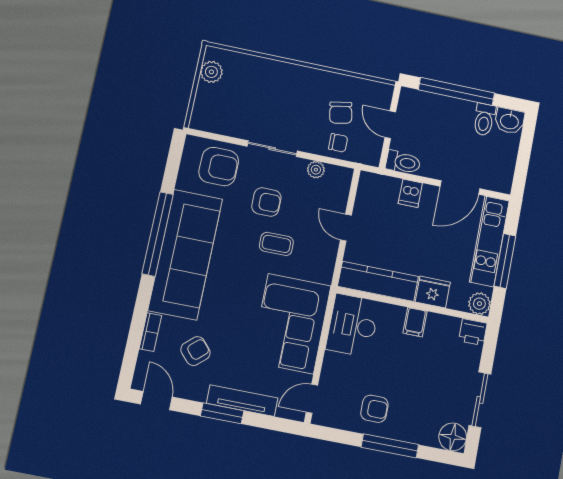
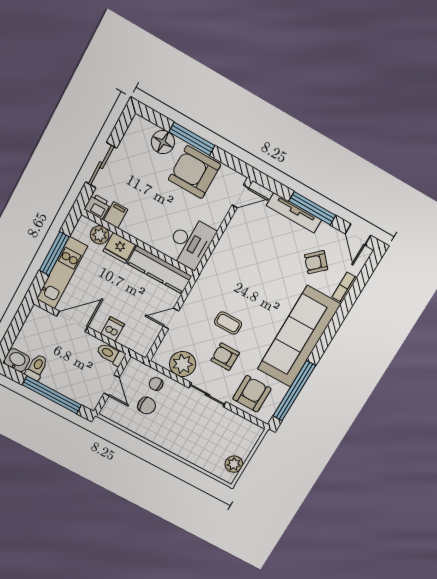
chair: (341, 113) -> (147, 406), turned 101
armchair: (219, 167) -> (252, 394), turned 90
plant: (316, 170) -> (183, 364), width x1.87, depth x1.87
door: (346, 228) -> (171, 319), swing flipped
window: (158, 234) -> (294, 391), moved
plant: (479, 304) -> (100, 235), moved
filing cabinet: (415, 322) -> (116, 215), moved
corner sofa: (291, 324) -> (237, 259), removed
sliding door: (480, 400) -> (101, 165), moved
armchair: (374, 409) -> (194, 172), width x1.88, depth x1.88
window: (222, 413) -> (312, 208), width x1.44
floor lamp: (453, 437) -> (163, 142), moved

